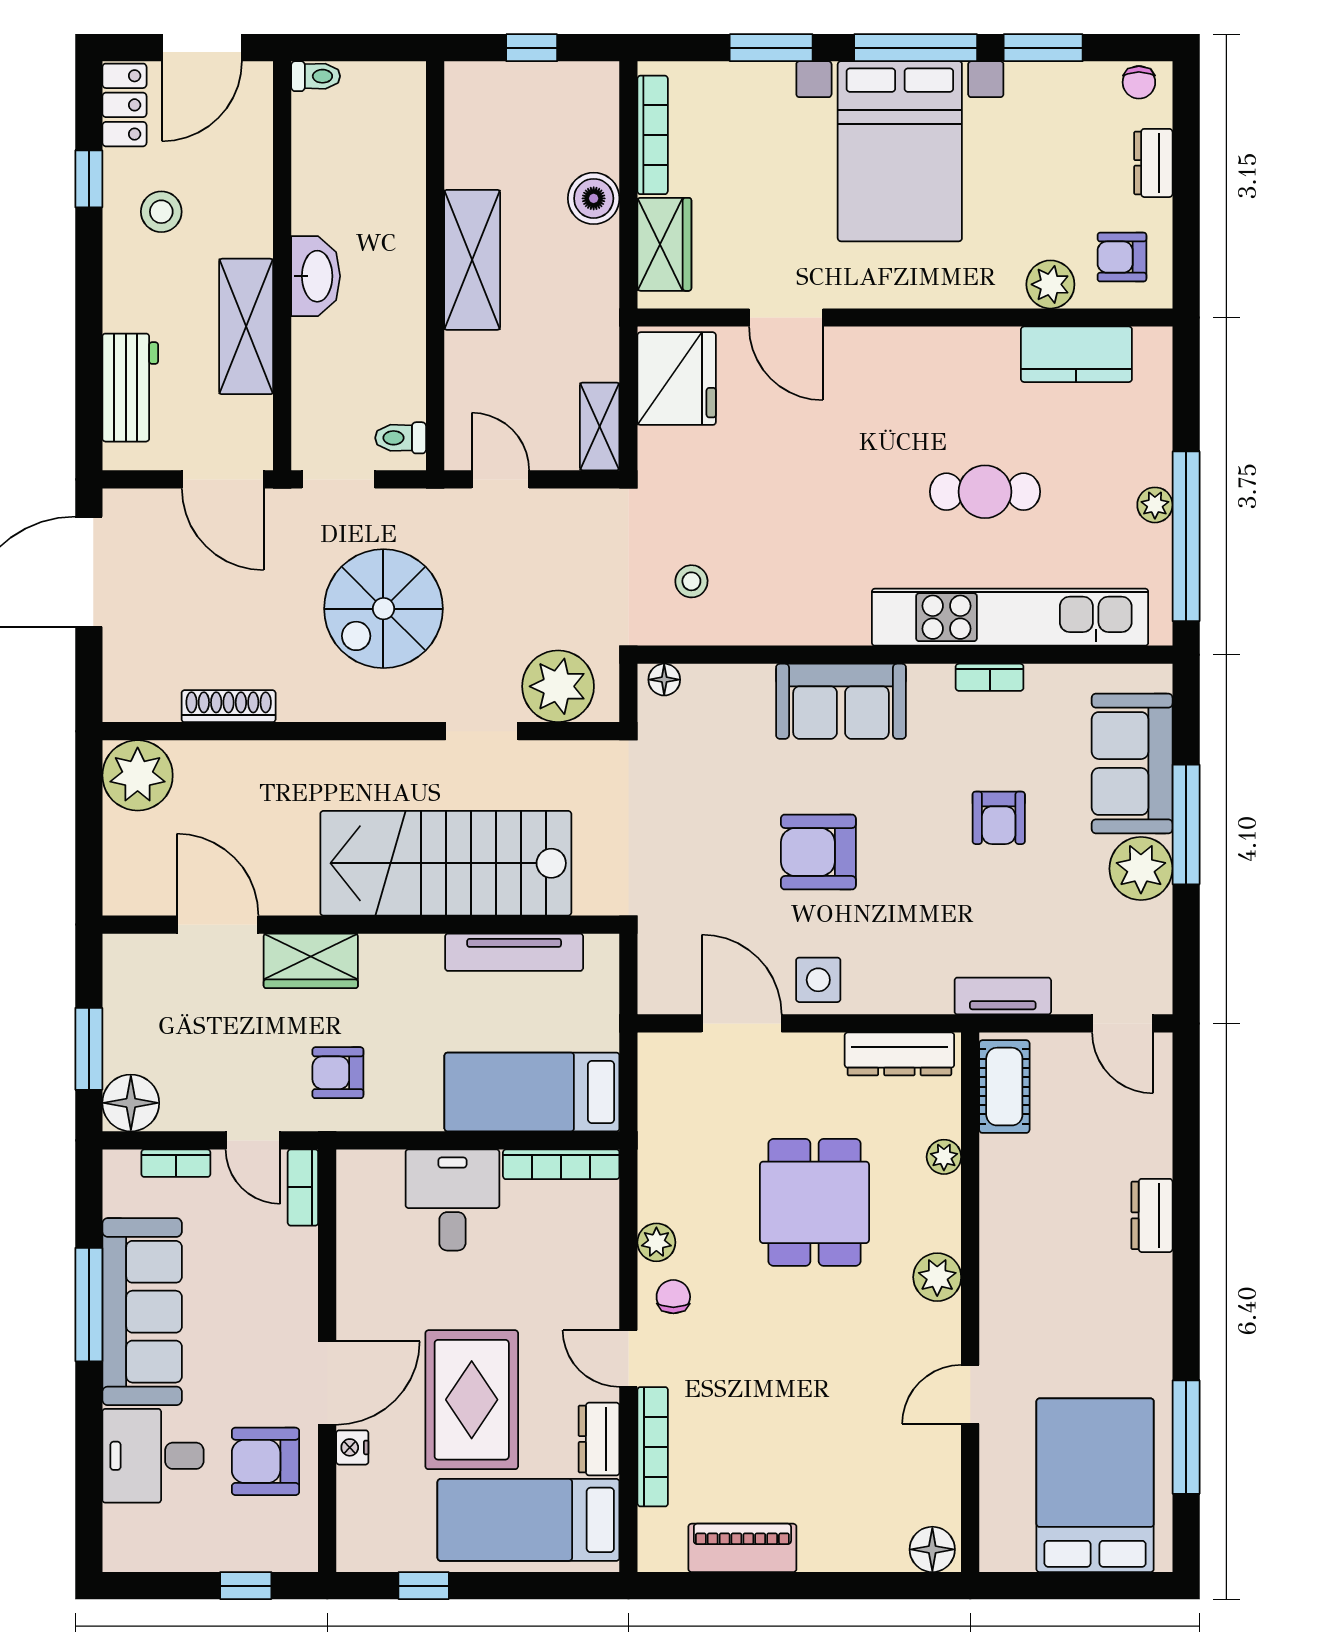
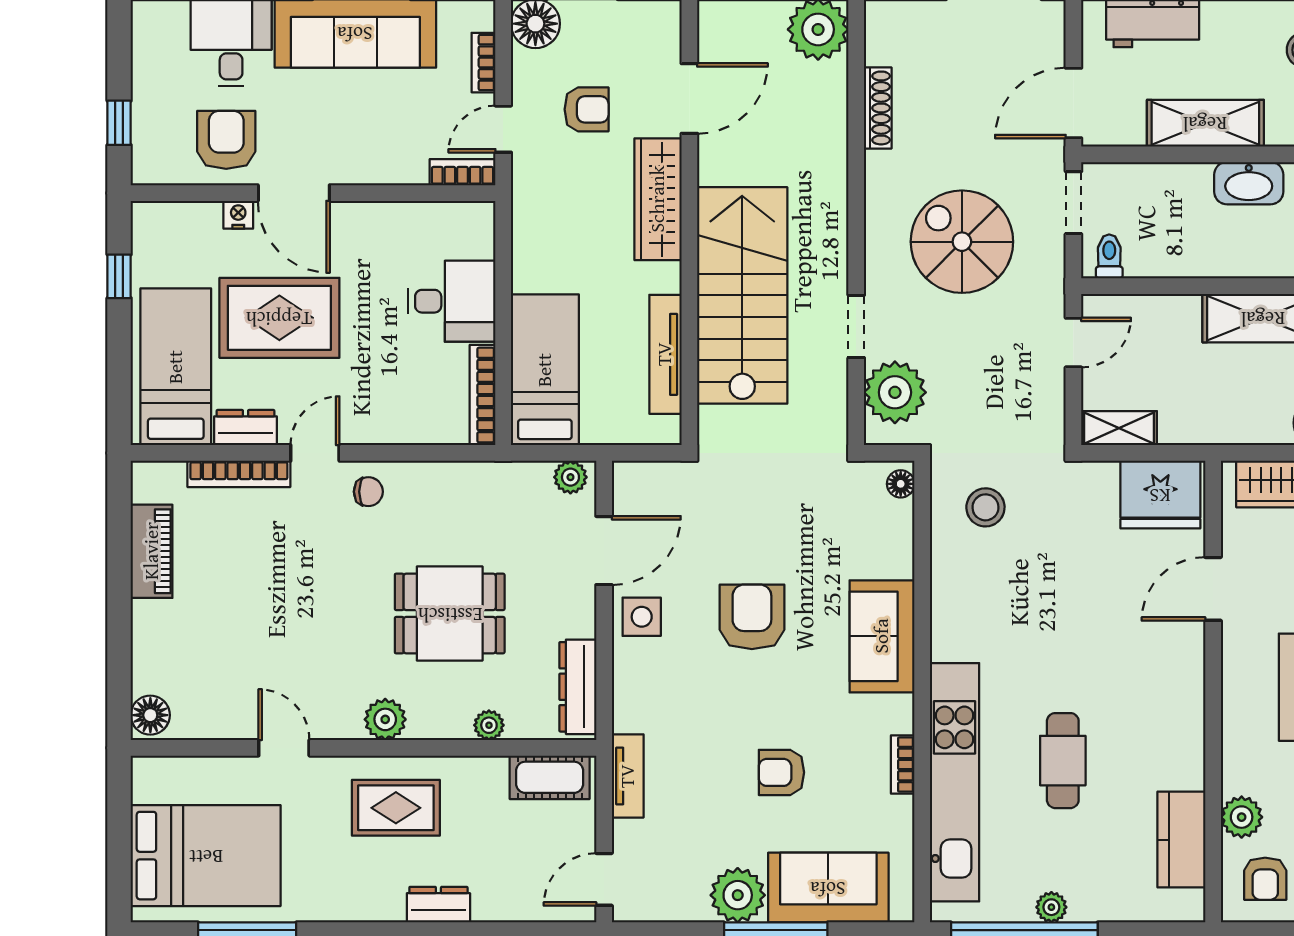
armchair: (1122, 257) -> (1265, 879), turned 180
stool: (691, 581) -> (985, 507), width x1.37, depth x1.37
wardrobe: (311, 961) -> (658, 199), width x1.50
armchair: (338, 1073) -> (587, 109), moved, turned 90
plant: (656, 1242) -> (570, 477), moved
rug: (1040, 1265) -> (396, 808), added

